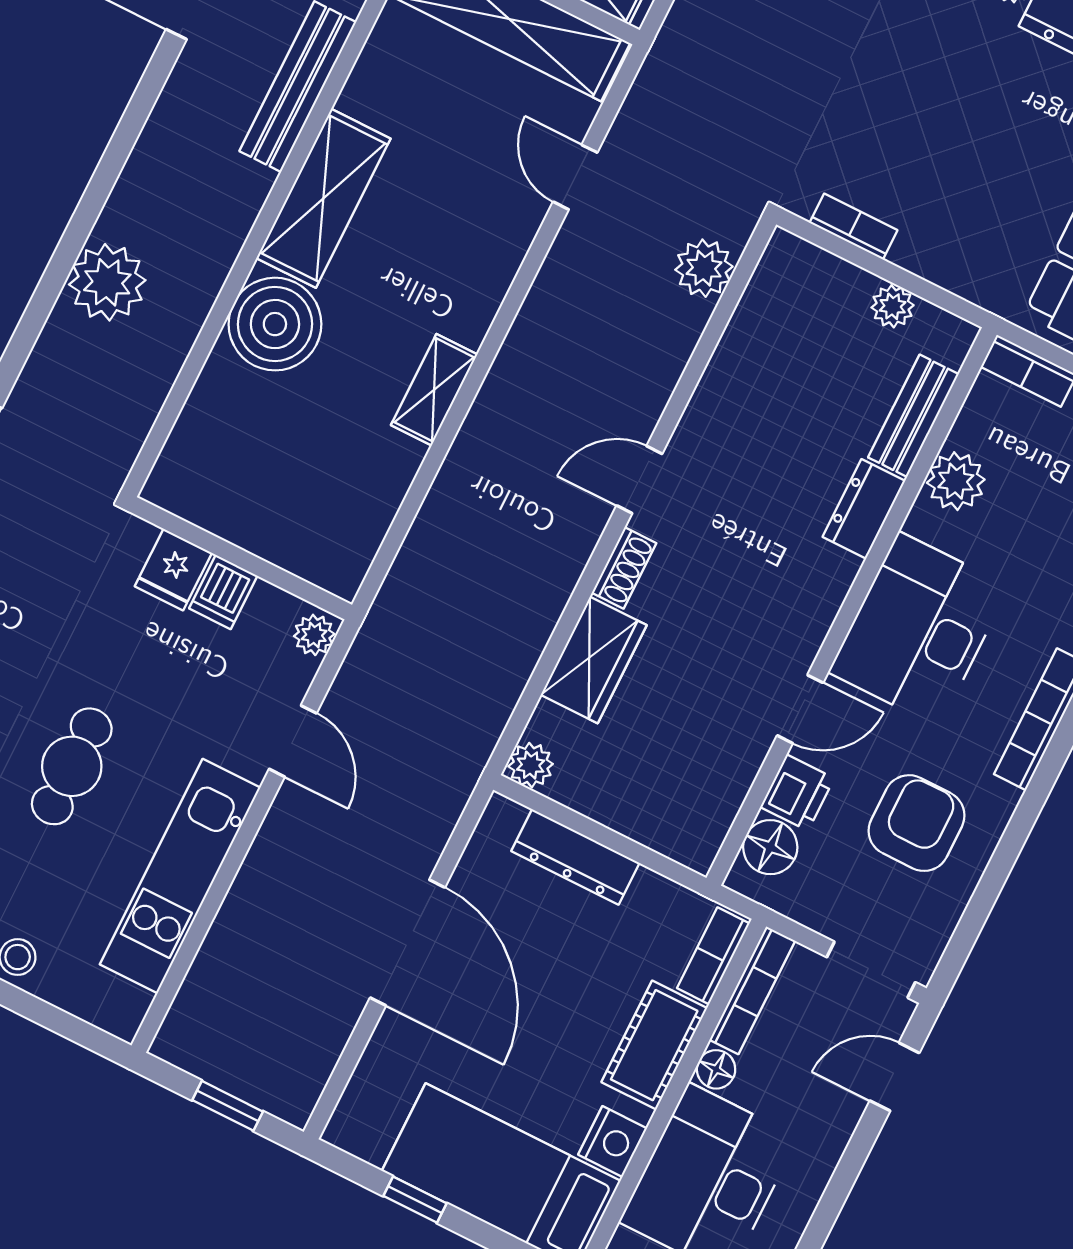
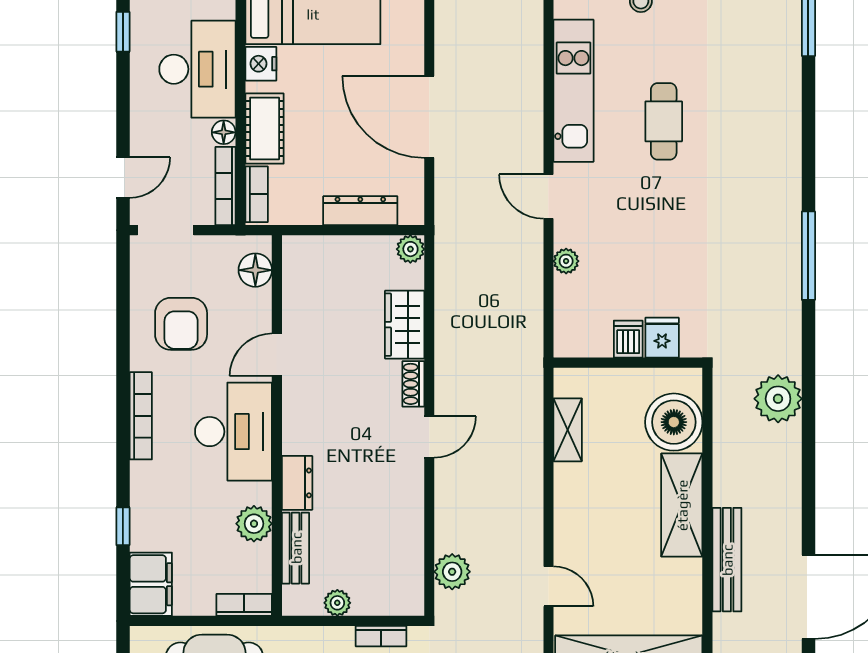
wall: (241, 558) -> (628, 363), moved
fridge: (173, 570) -> (662, 338), moved
dishwasher: (223, 592) -> (628, 339), moved
printer: (797, 793) -> (255, 308), removed

